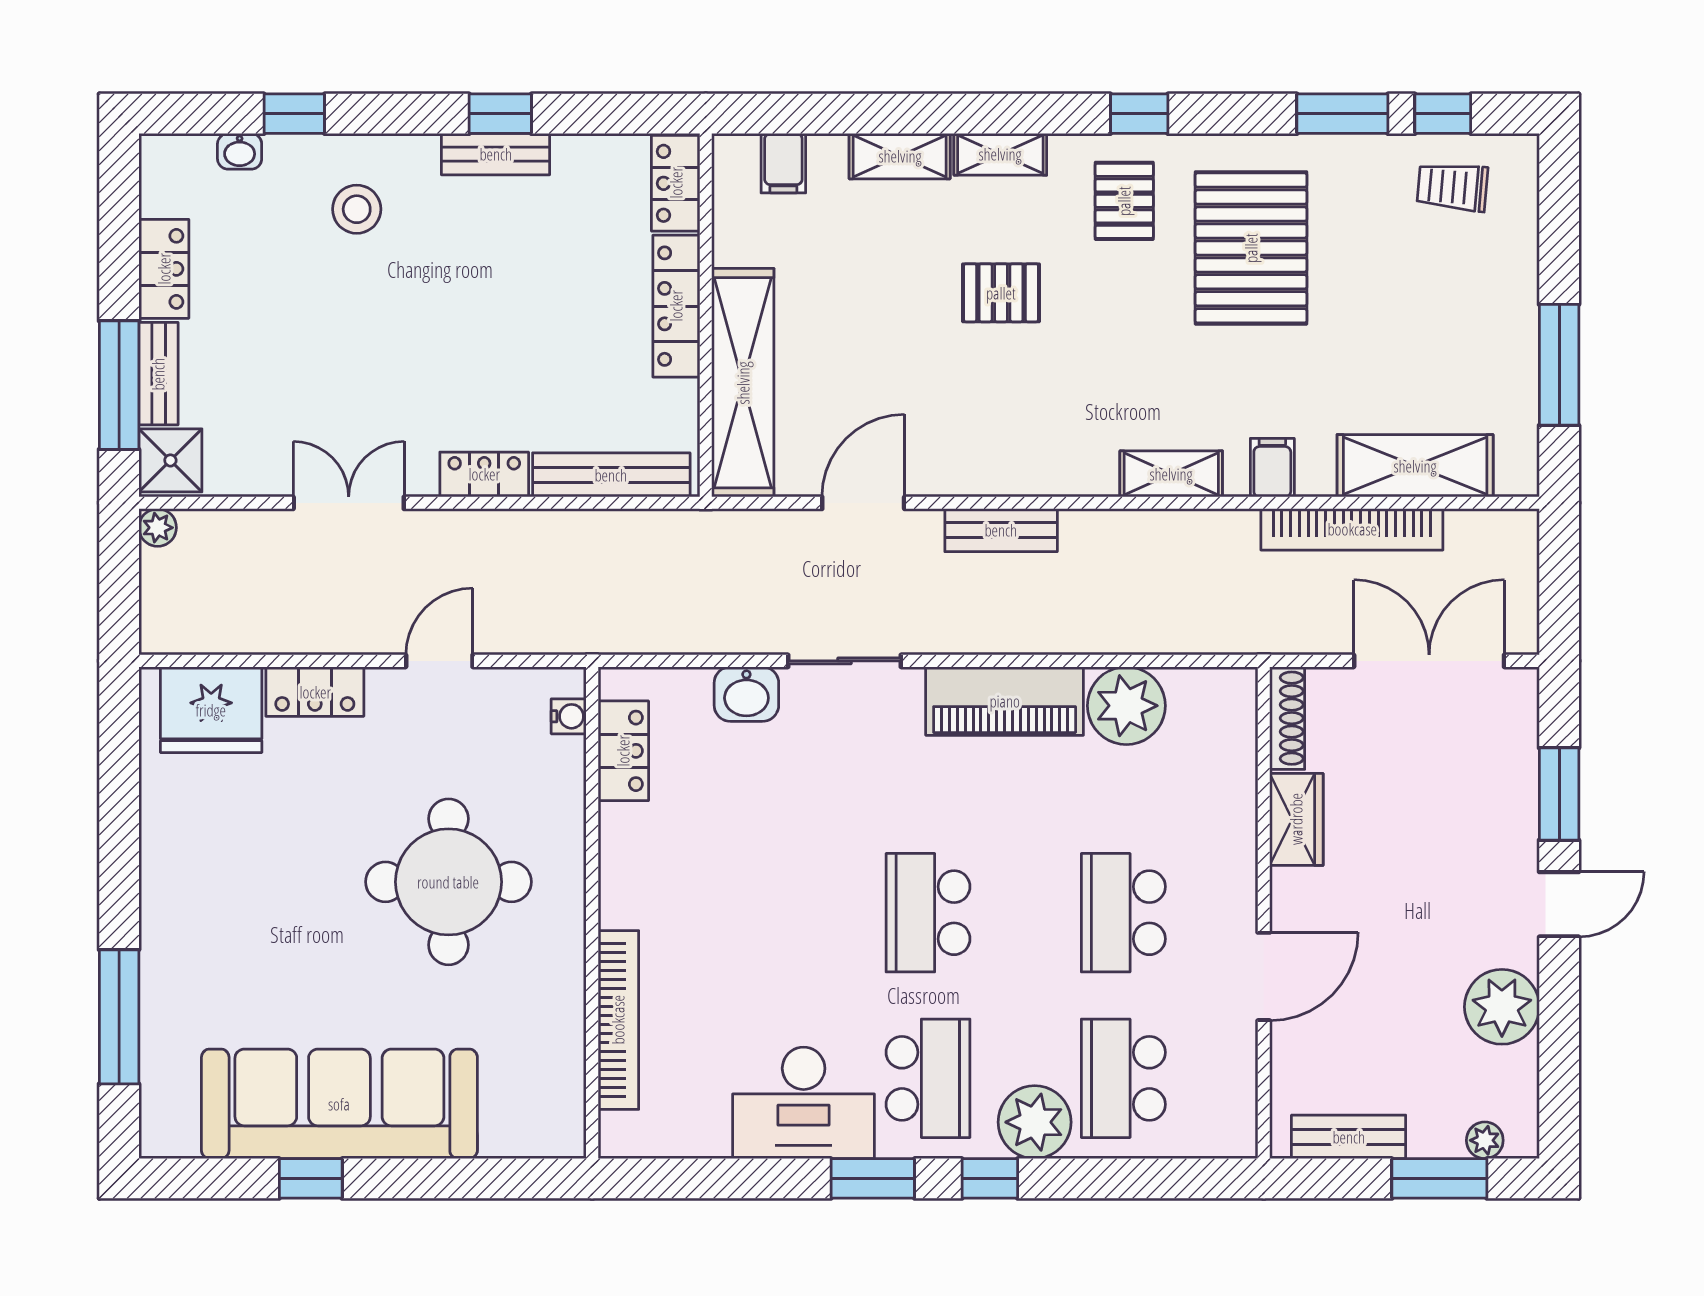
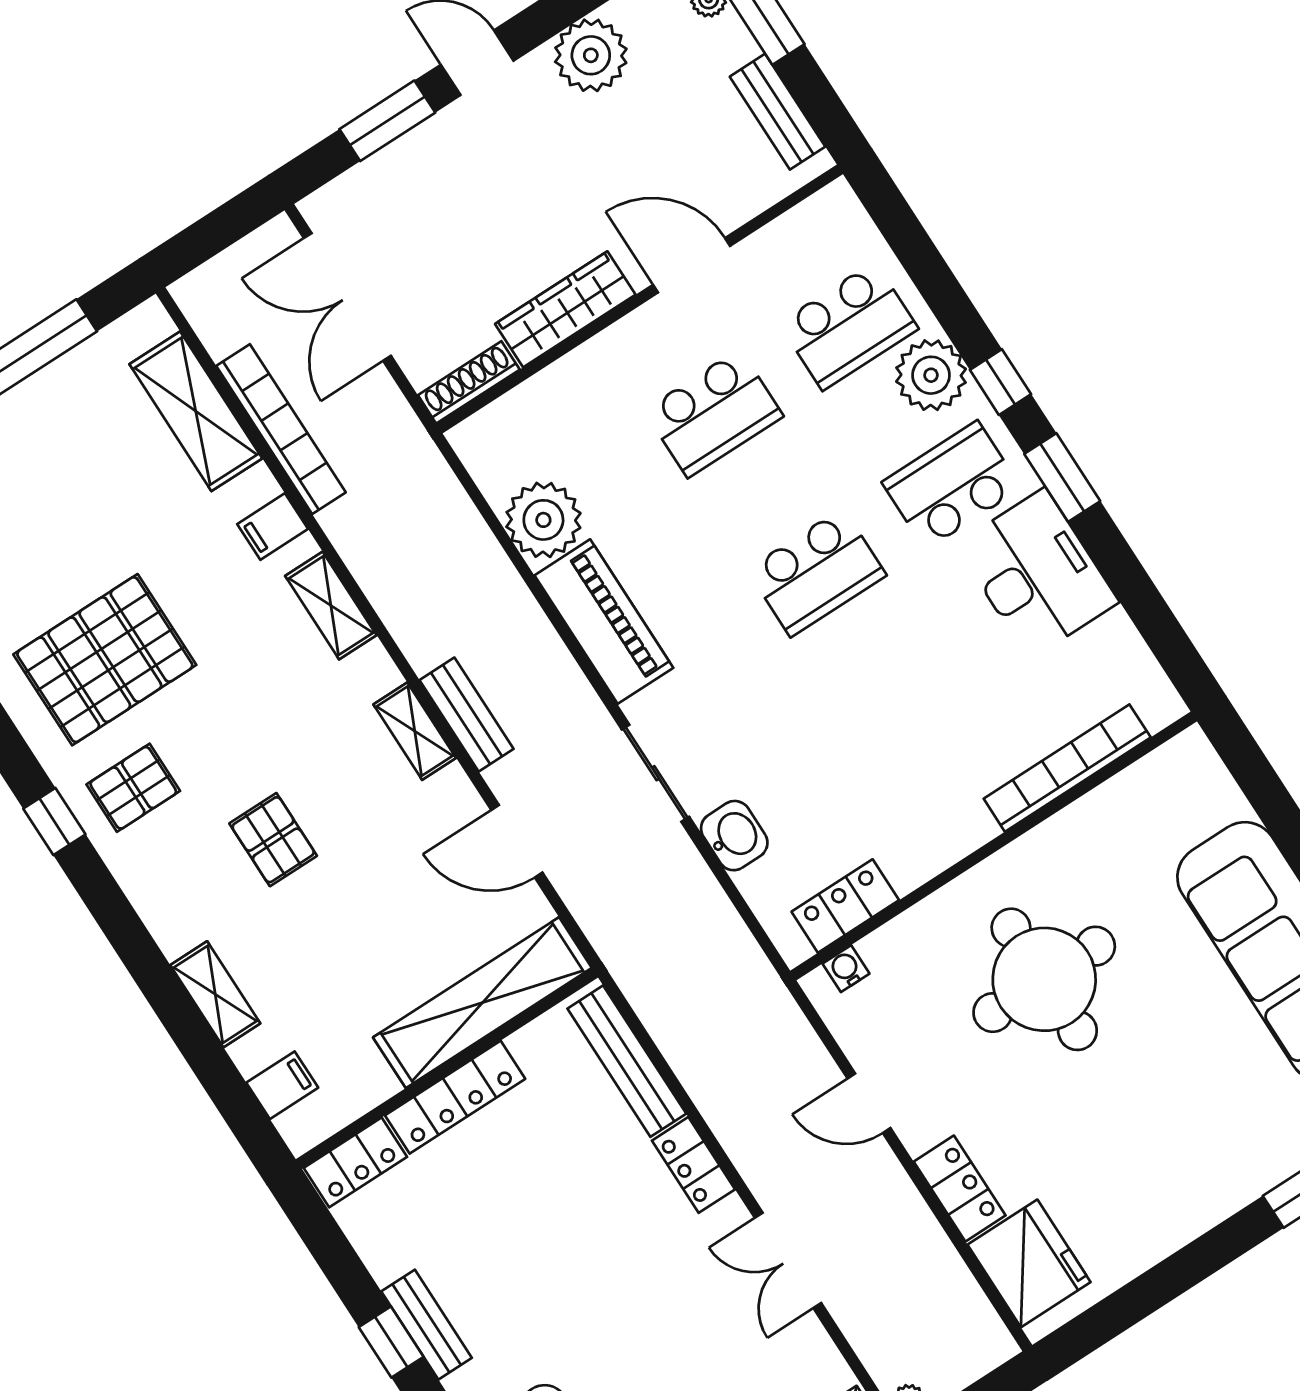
shelving: (1000, 154) -> (415, 731), moved
wardrobe: (1296, 819) -> (565, 309), width x1.50

